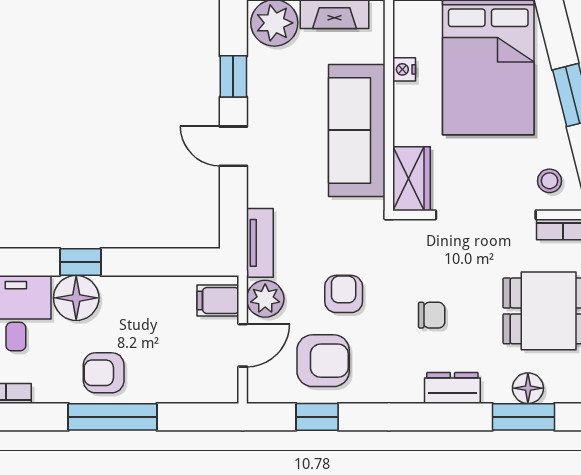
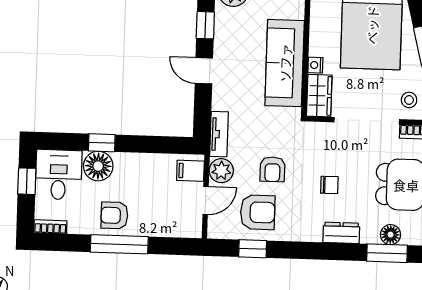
nightstand: (404, 69) -> (315, 65), moved
armchair: (344, 294) -> (272, 169), turned 180

